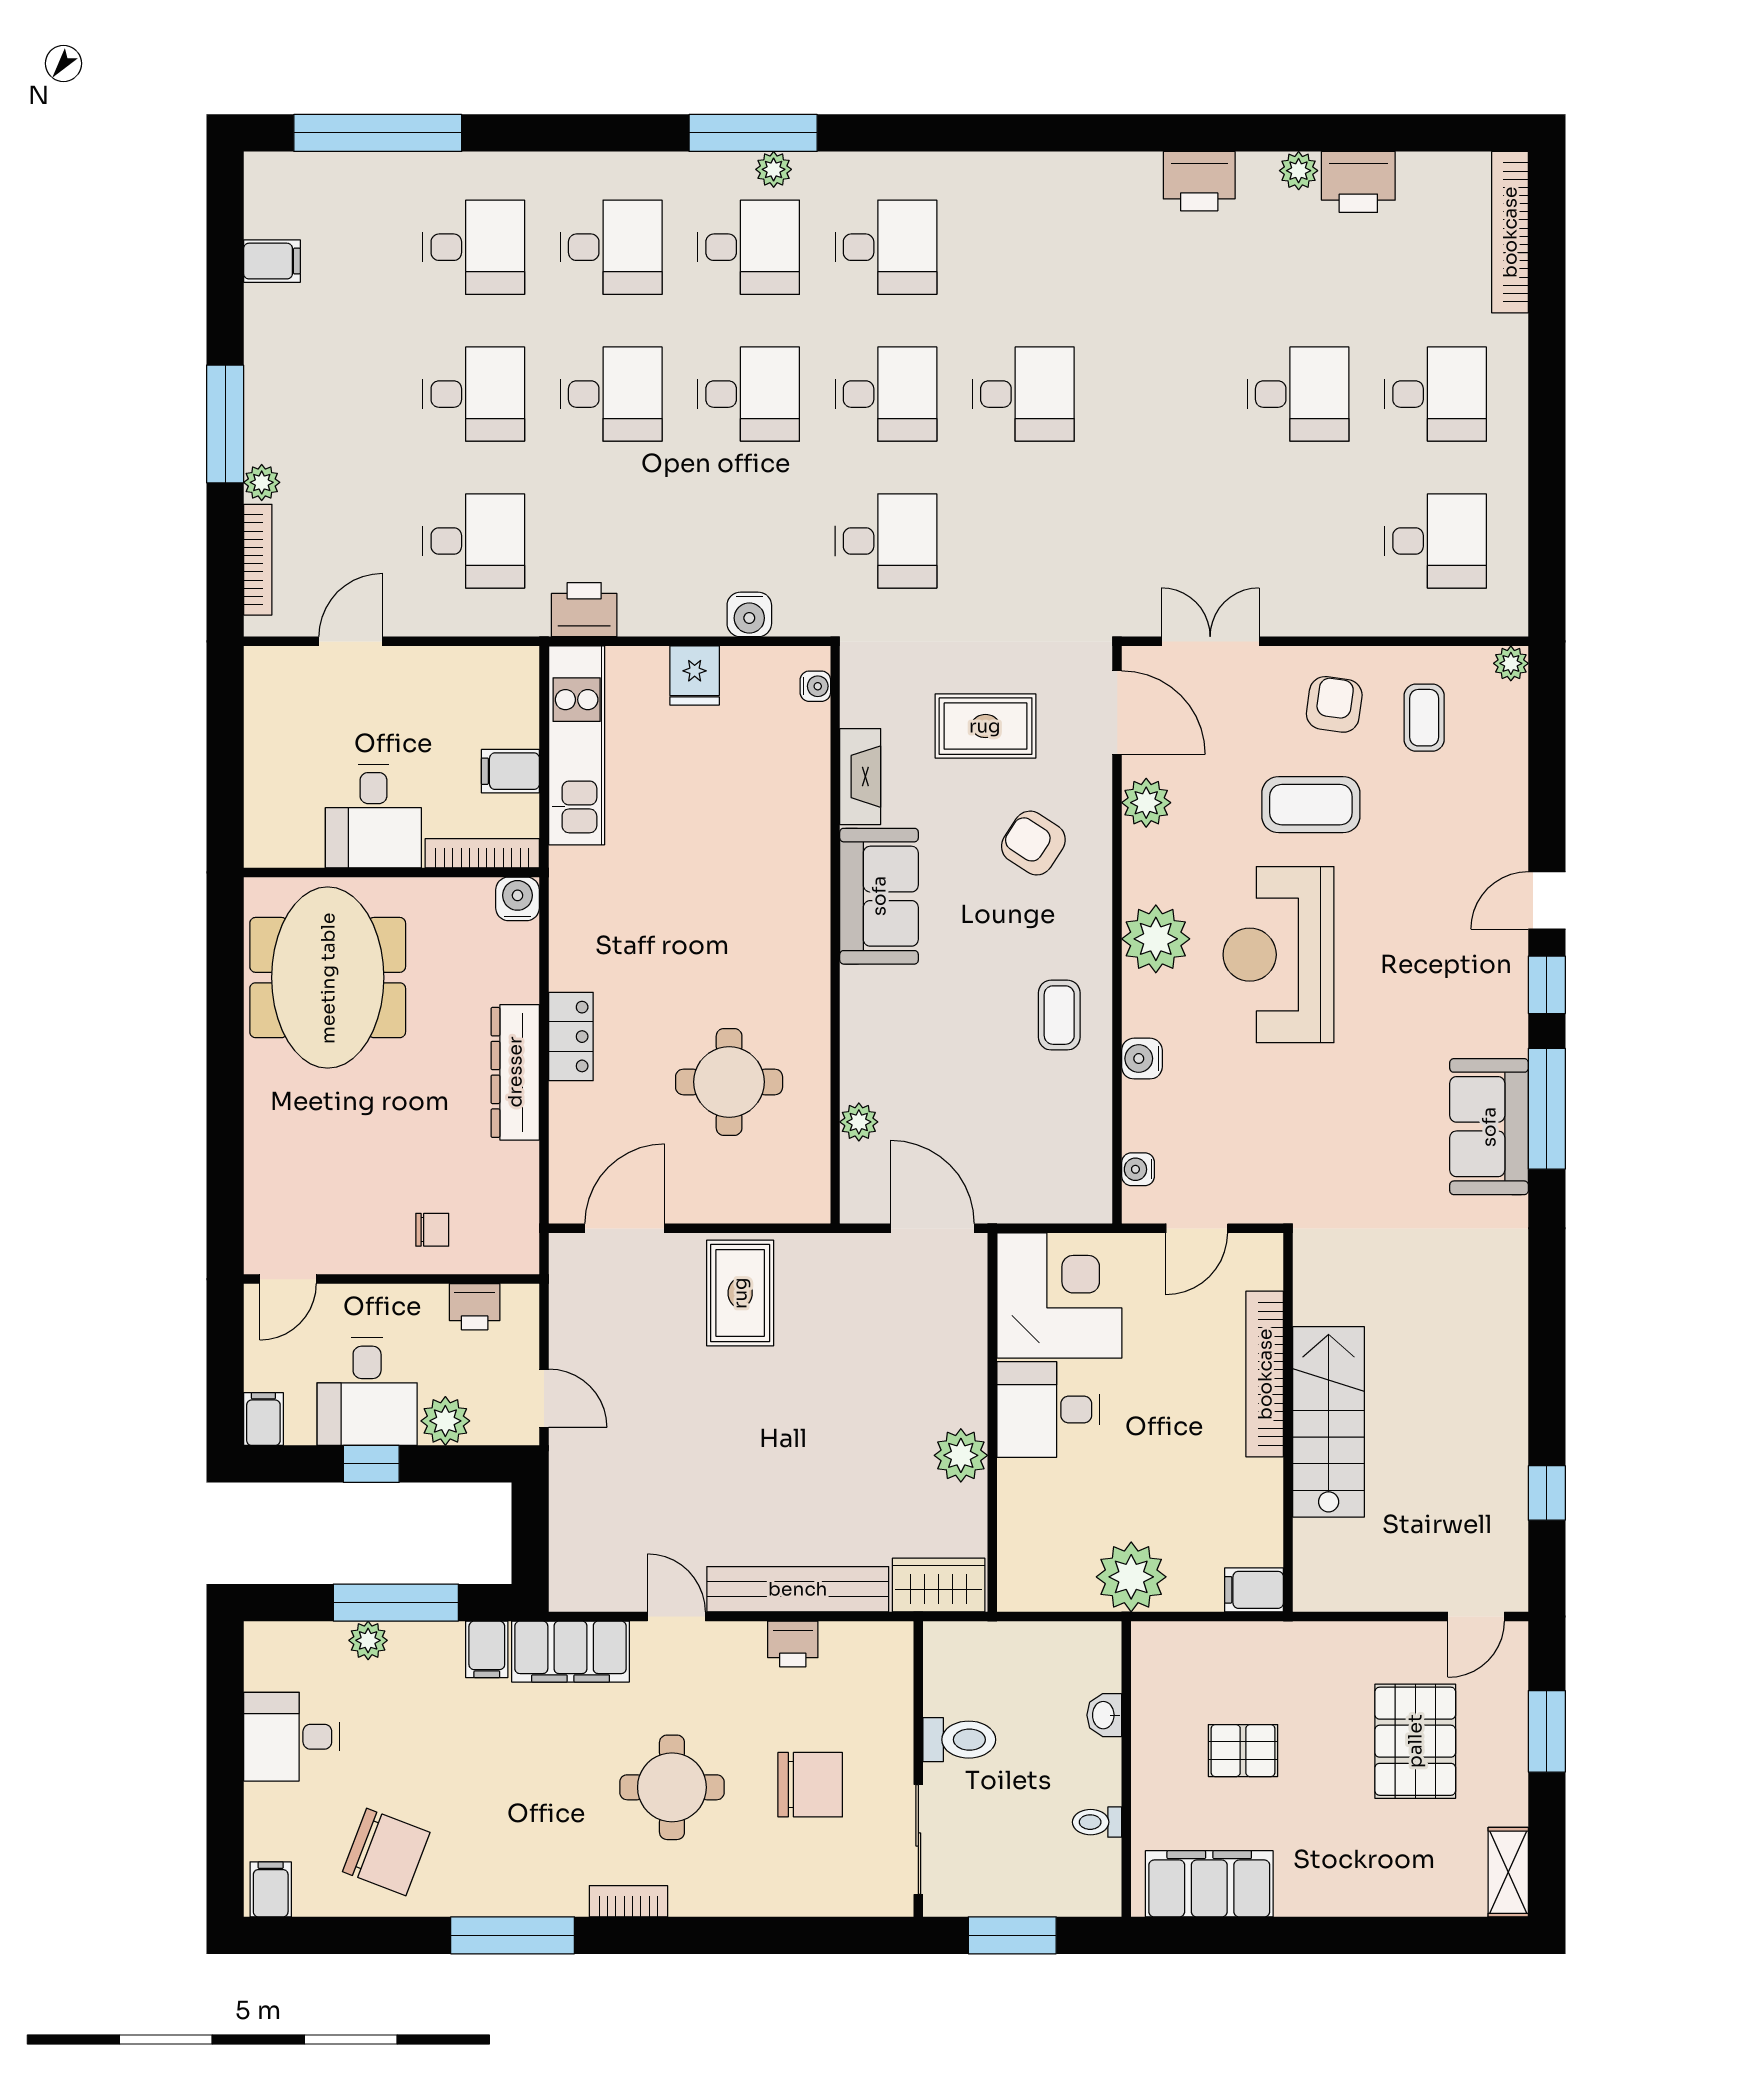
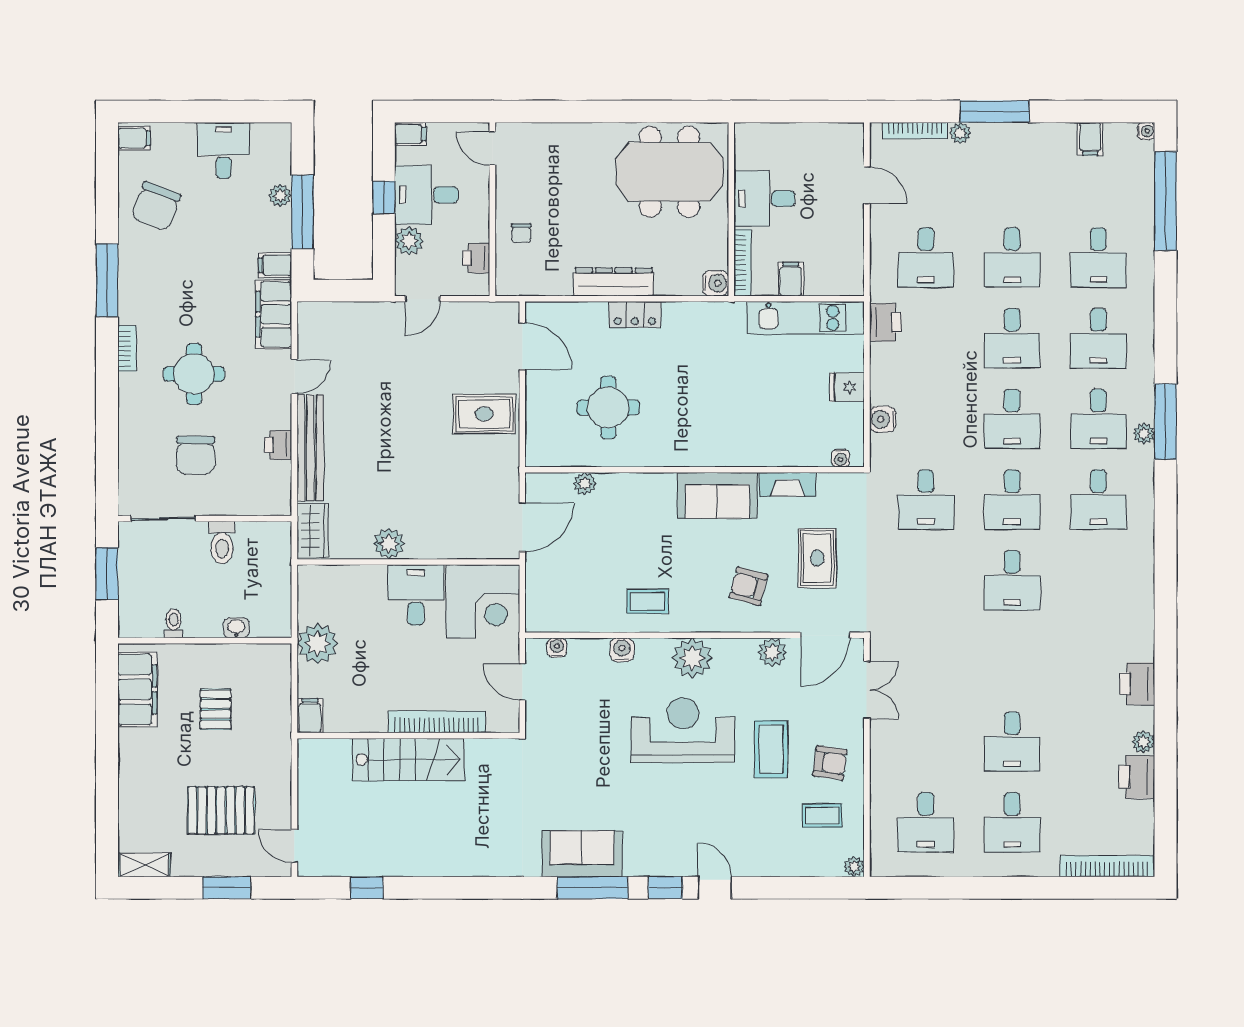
water cooler: (258, 166) -> (1146, 131), added
armchair: (1033, 843) -> (749, 586), turned -108

